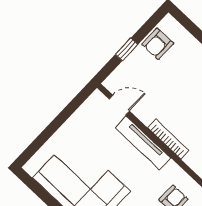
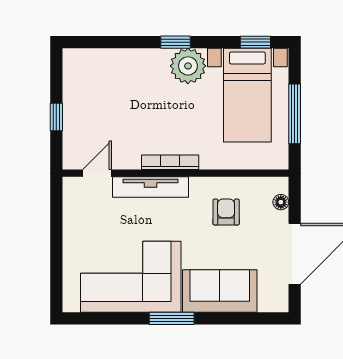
armchair: (158, 44) -> (80, 86), removed

